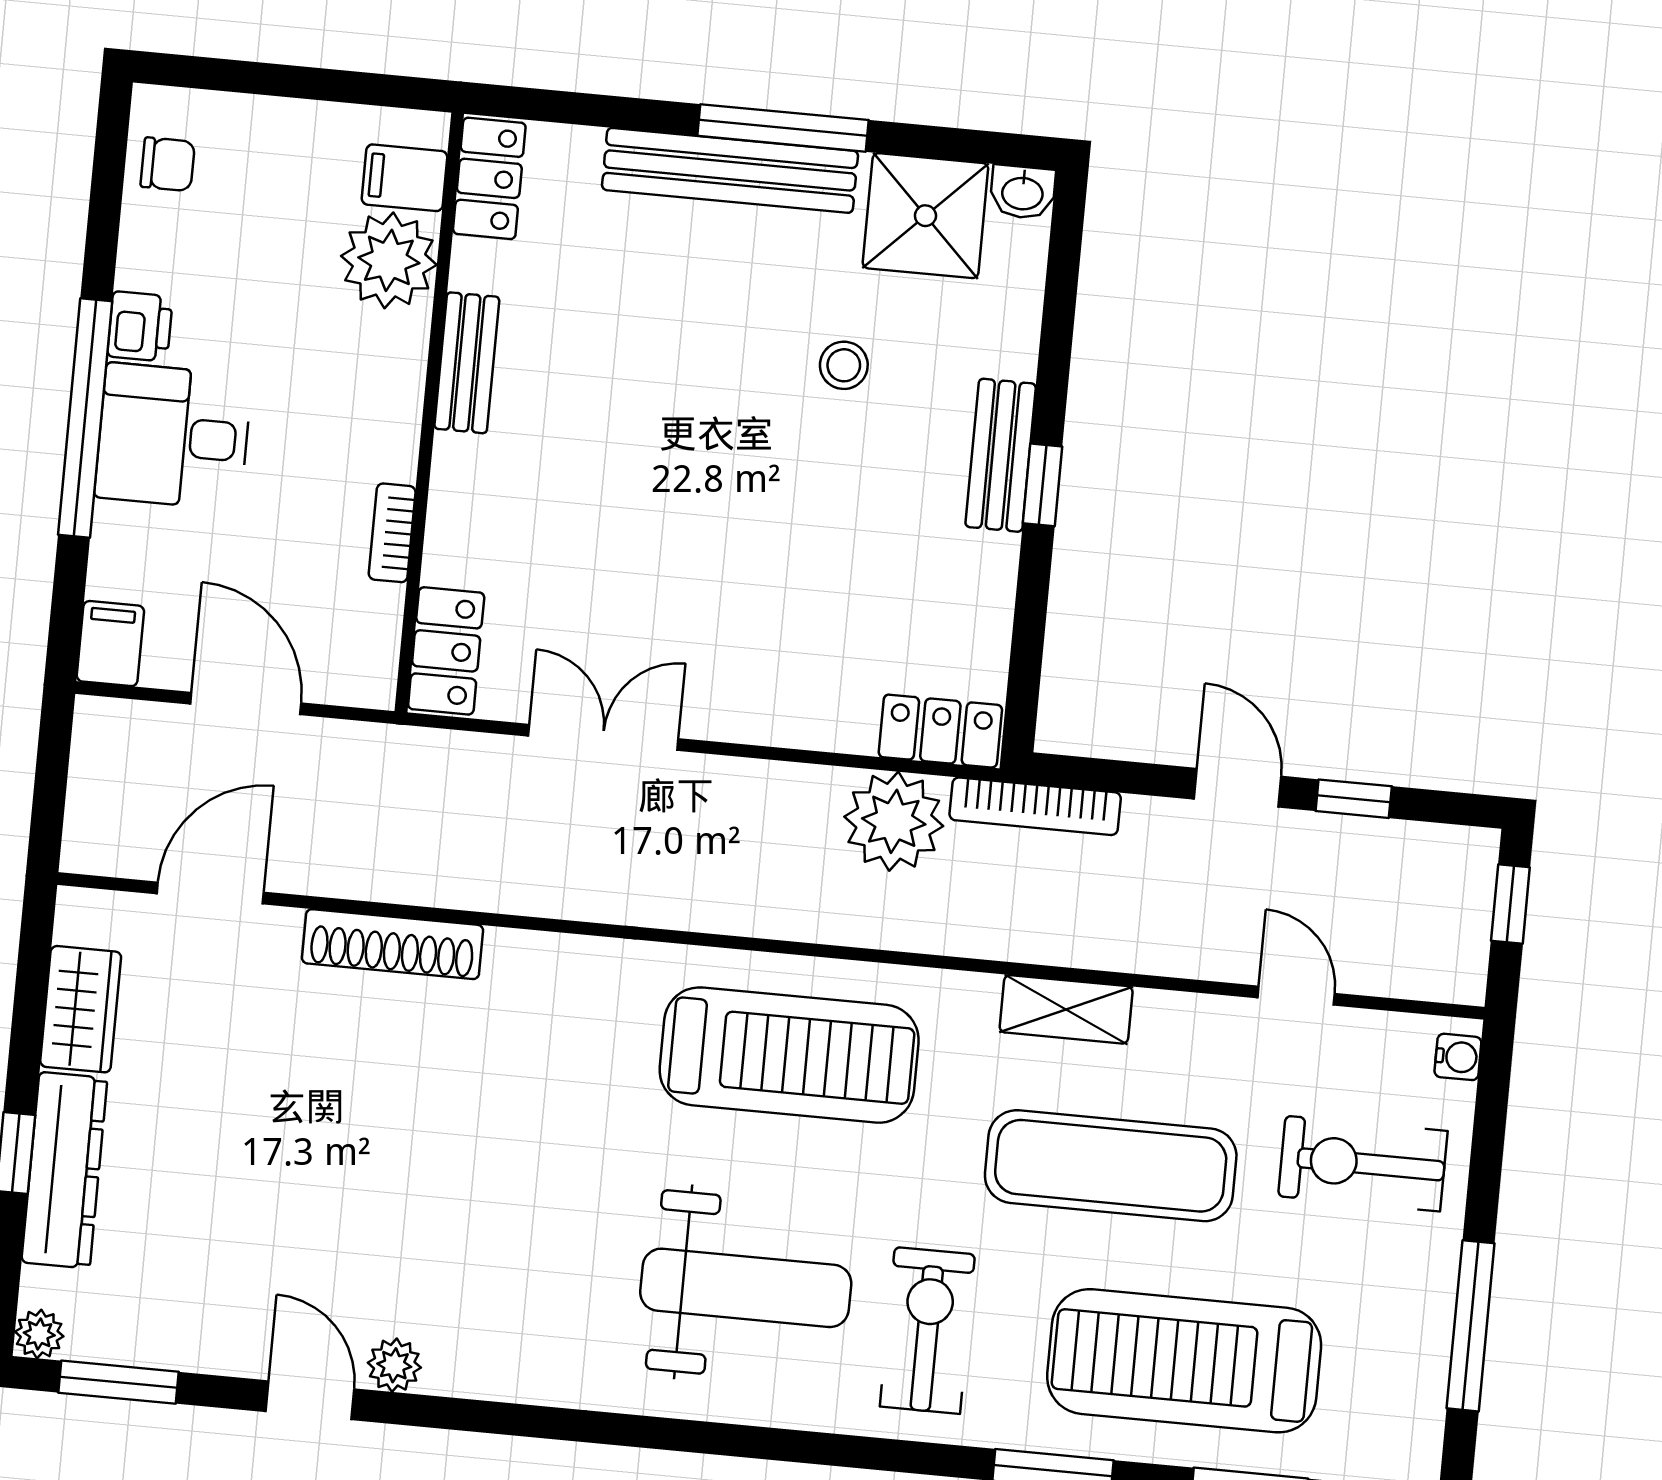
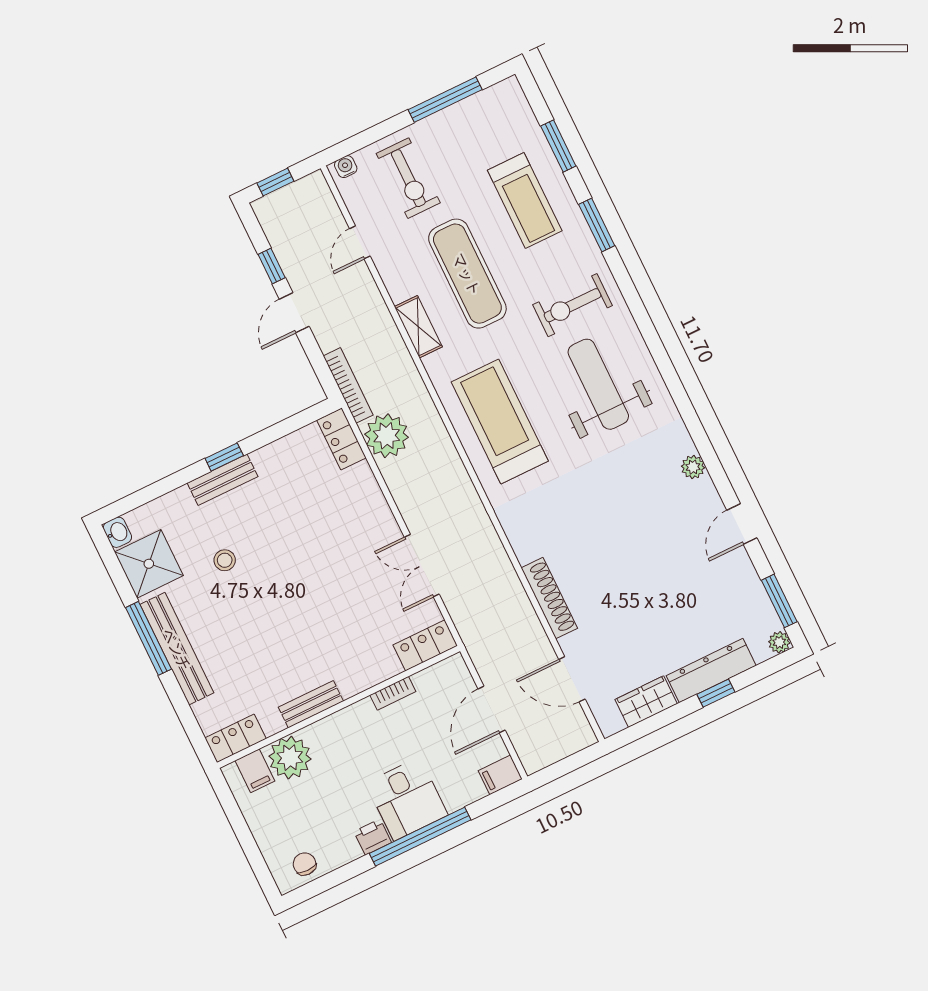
treadmill: (1184, 1361) -> (525, 201), width x0.73, depth x0.73
plant: (394, 1365) -> (693, 467), moved

